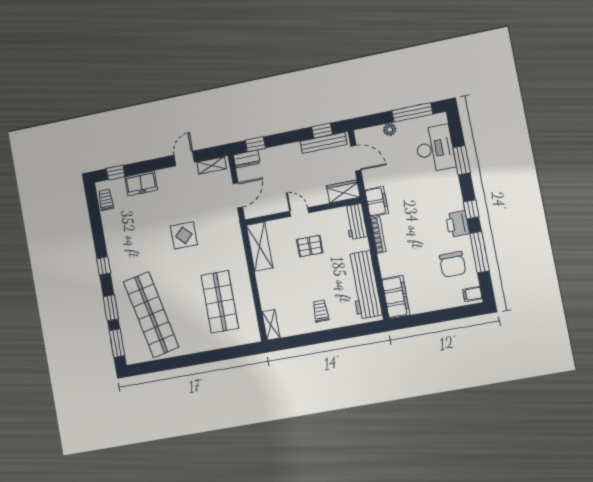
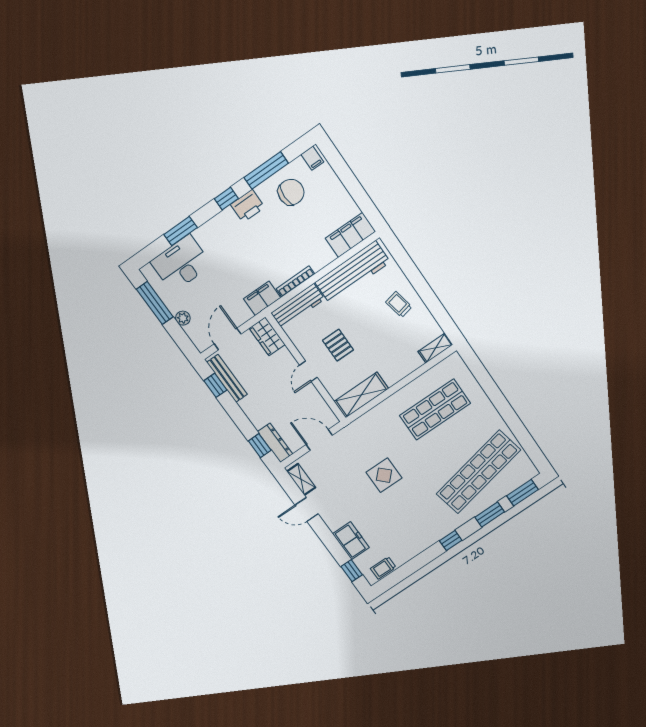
dresser: (247, 159) -> (275, 443), width x1.44
workbench: (356, 221) -> (298, 306), width x1.38
trolley: (321, 311) -> (399, 304), turned 78

